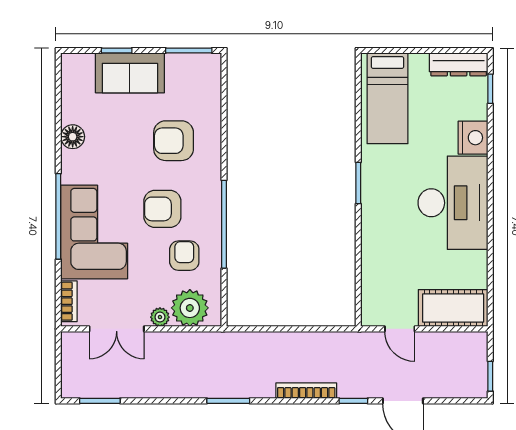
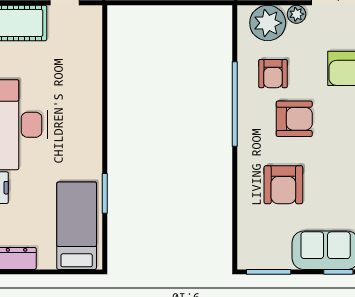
armchair: (174, 141) -> (283, 185), turned 90
window: (358, 183) -> (105, 193), moved

